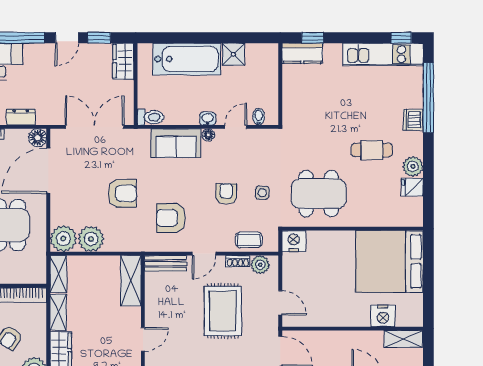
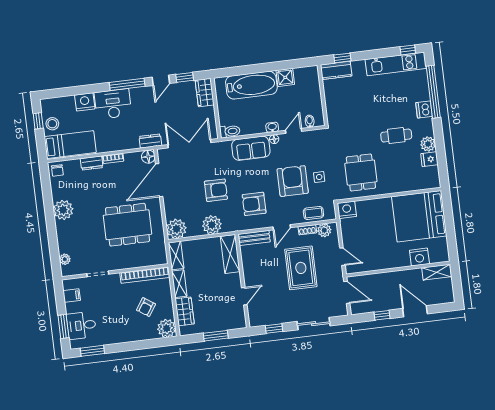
dresser: (21, 117) -> (150, 141), moved
armchair: (226, 194) -> (293, 181), width x1.88, depth x1.88
dining table: (319, 194) -> (361, 173), width x0.73
plant: (91, 239) -> (212, 225), moved

